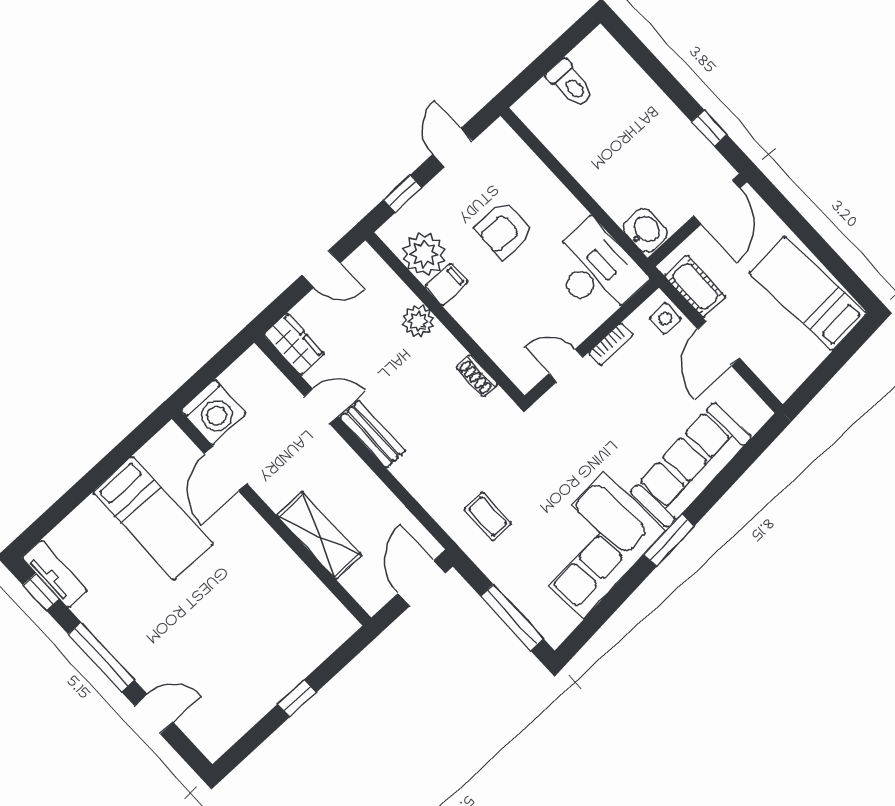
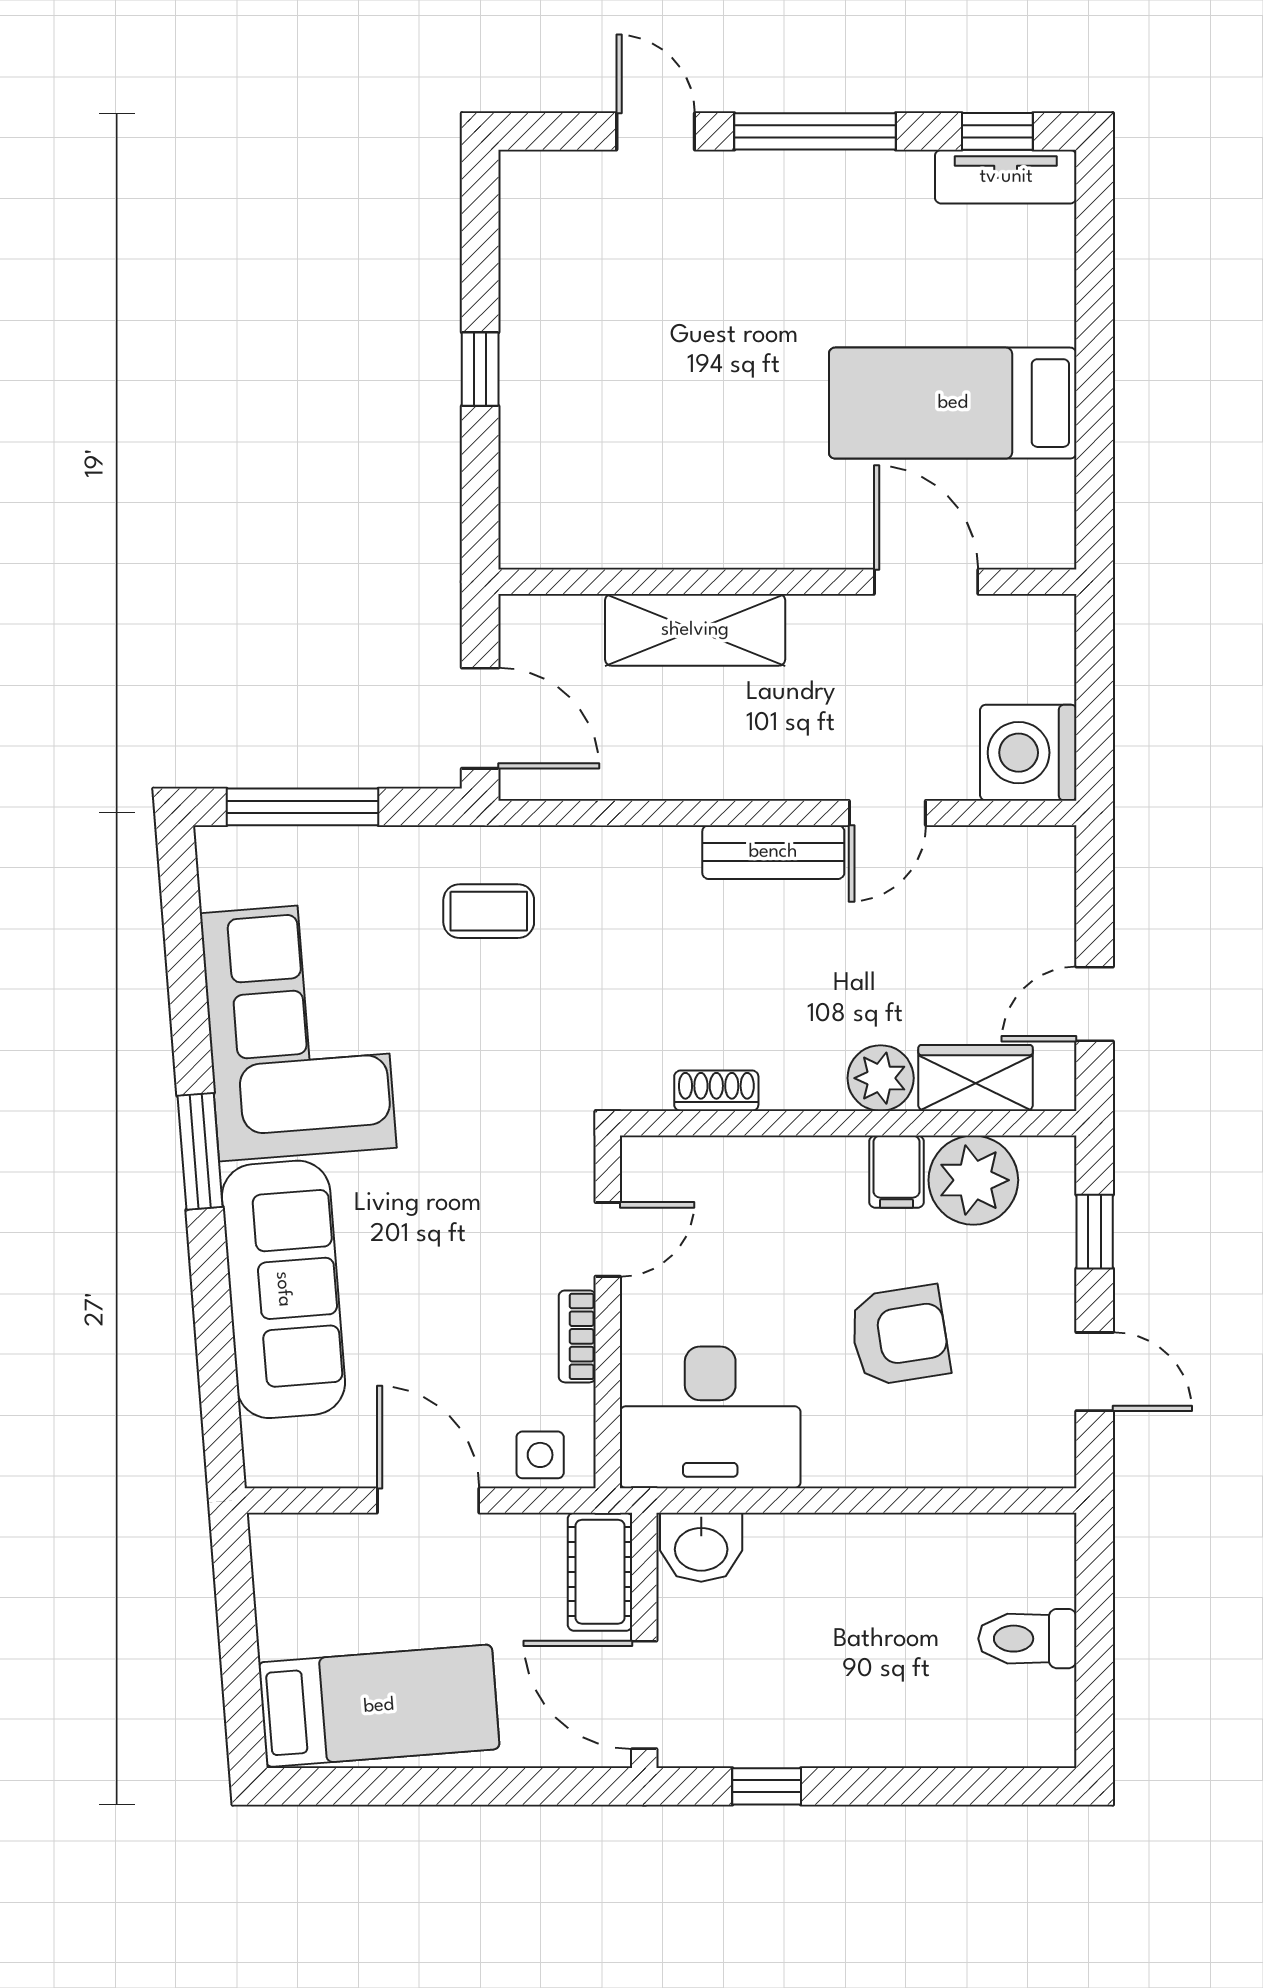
armchair: (504, 229) -> (900, 1335), turned 81
cot: (695, 286) -> (600, 1572), moved, turned 90
wardrobe: (294, 344) -> (976, 1078), moved, turned 180
washing machine: (213, 412) -> (1028, 753), moved
door: (154, 714) -> (656, 131), swing flipped

